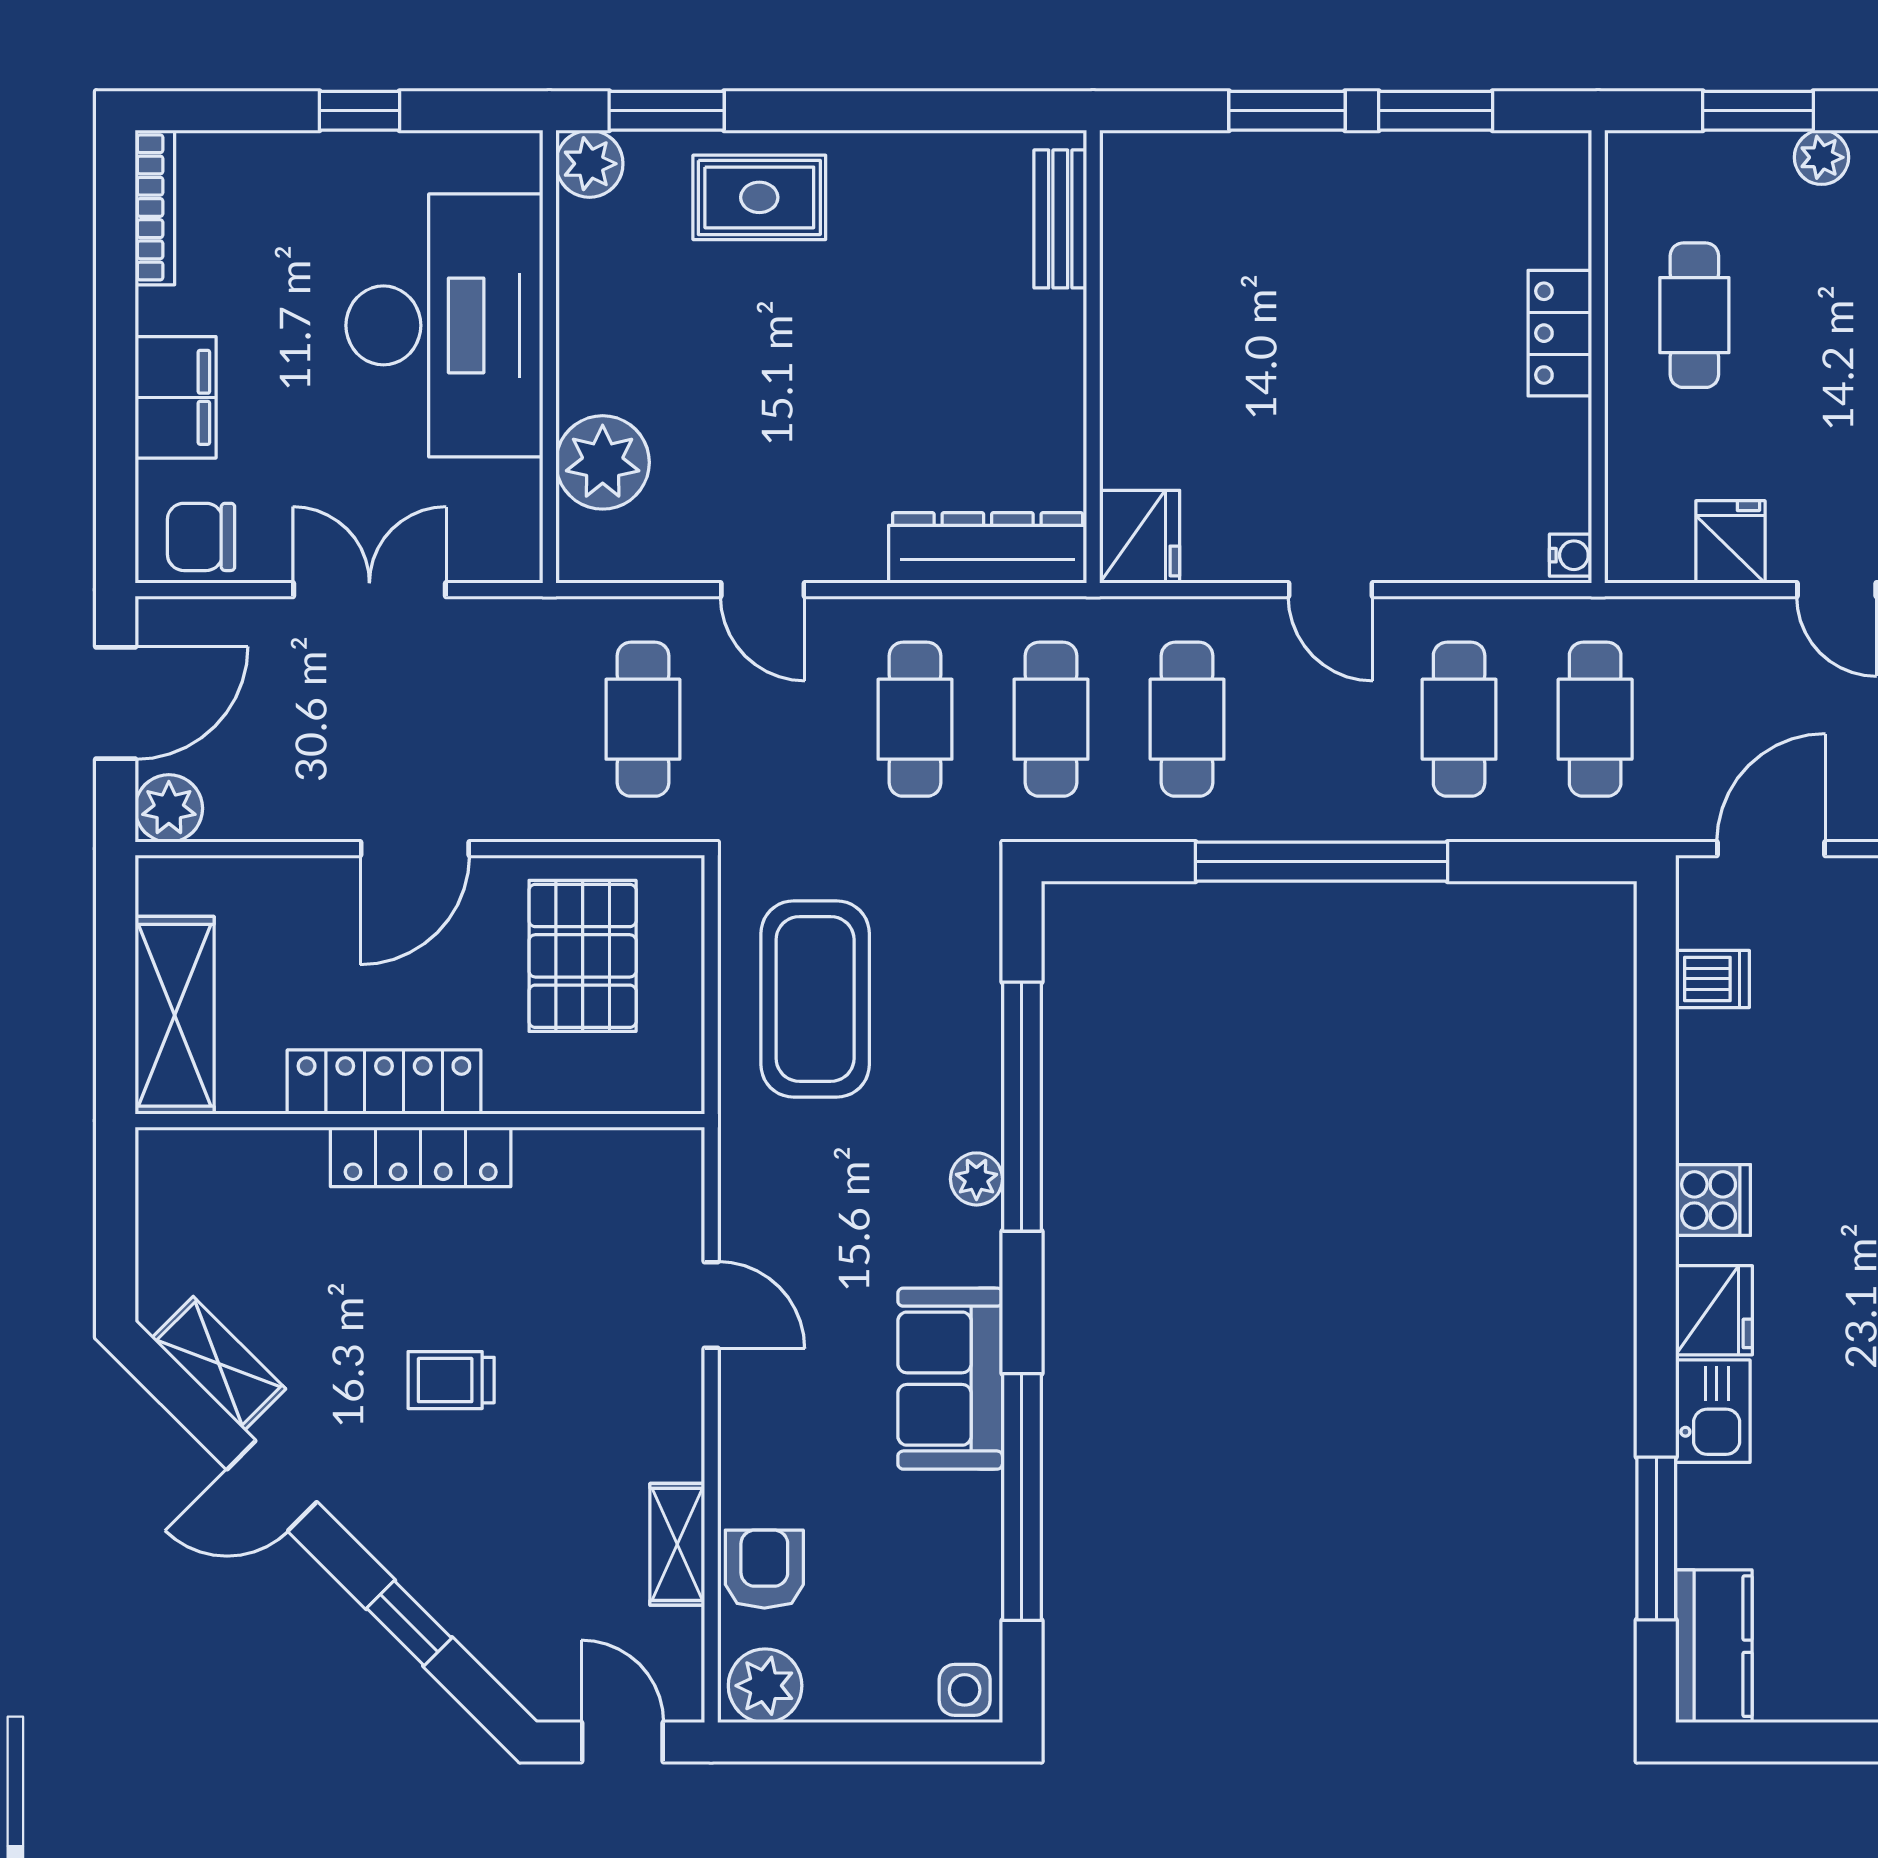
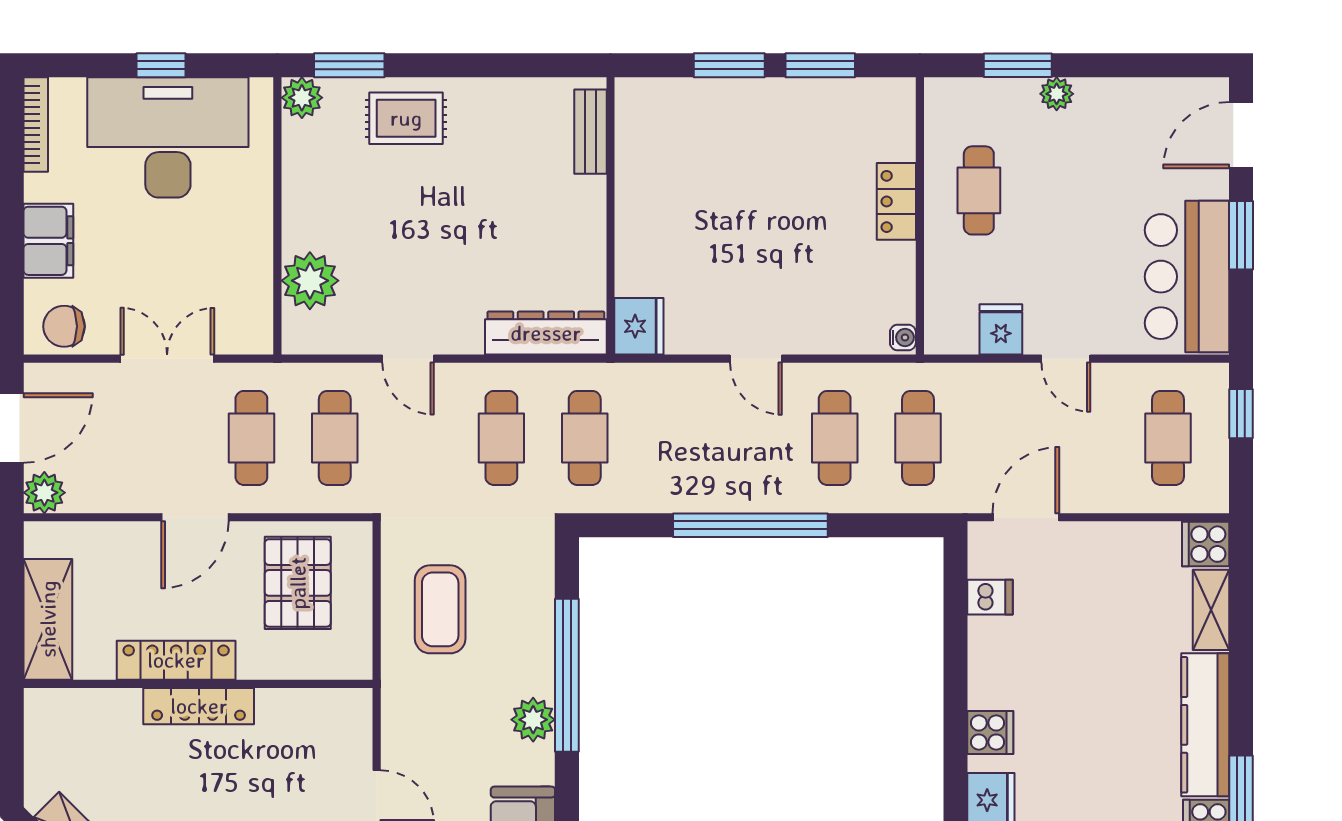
desk: (444, 325) -> (168, 137), moved, turned -90
cafe table: (1187, 719) -> (251, 438), moved
coffee table: (815, 999) -> (440, 609), width x0.73, depth x0.76
plant: (976, 1179) -> (533, 720), width x1.38, depth x1.38

